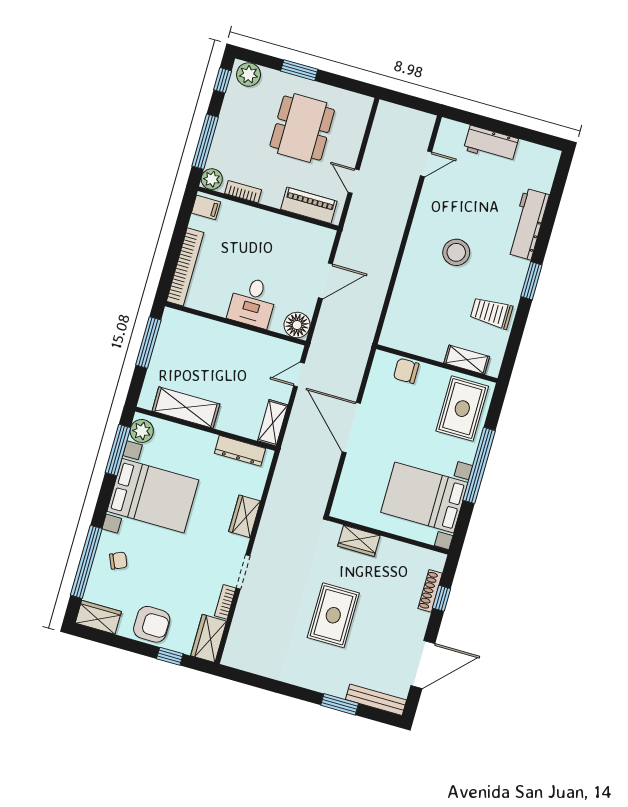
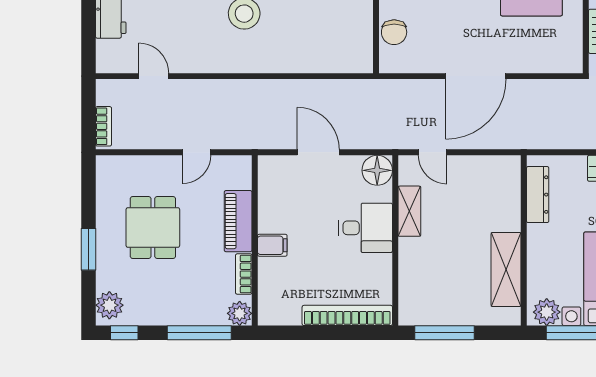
bookcase: (396, 111) -> (104, 126), added
dining table: (302, 128) -> (153, 227), width x0.73
piano: (309, 205) -> (238, 221), moved
filing cabinet: (206, 207) -> (272, 245), moved, turned 90
shelving: (273, 423) -> (409, 211), moved, turned 90

